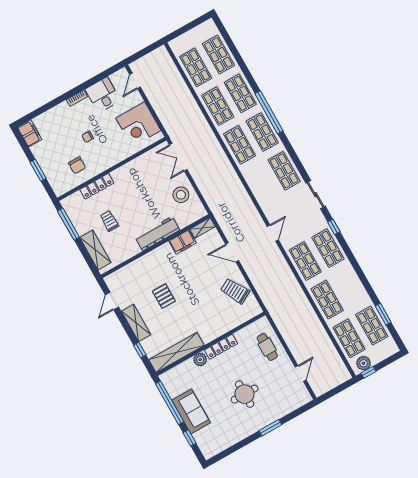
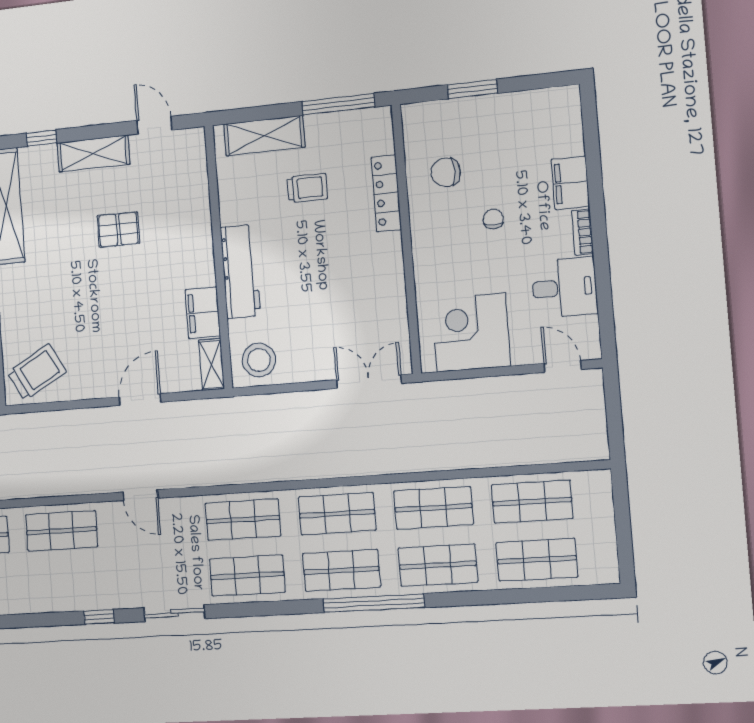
filing cabinet: (30, 133) -> (570, 183), moved, turned 90
stool: (181, 195) -> (259, 360), moved
shop shelf: (328, 248) -> (243, 520), moved
trolley: (235, 291) -> (37, 372), moved

